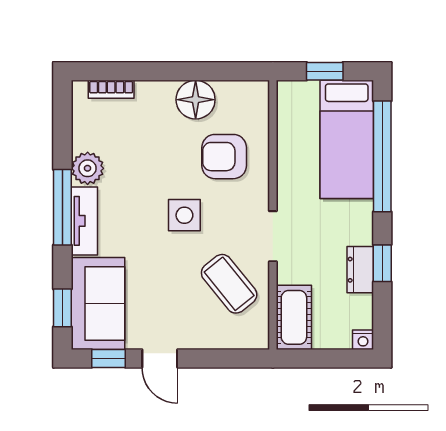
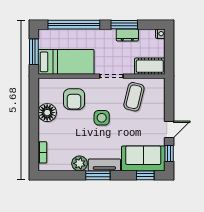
window: (325, 71) -> (34, 52), width x1.50
bed: (347, 139) -> (66, 62), moved
window: (62, 207) -> (98, 175), width x0.69
window: (382, 263) -> (124, 25), width x1.50
coffee table: (229, 284) -> (134, 97), turned -37

